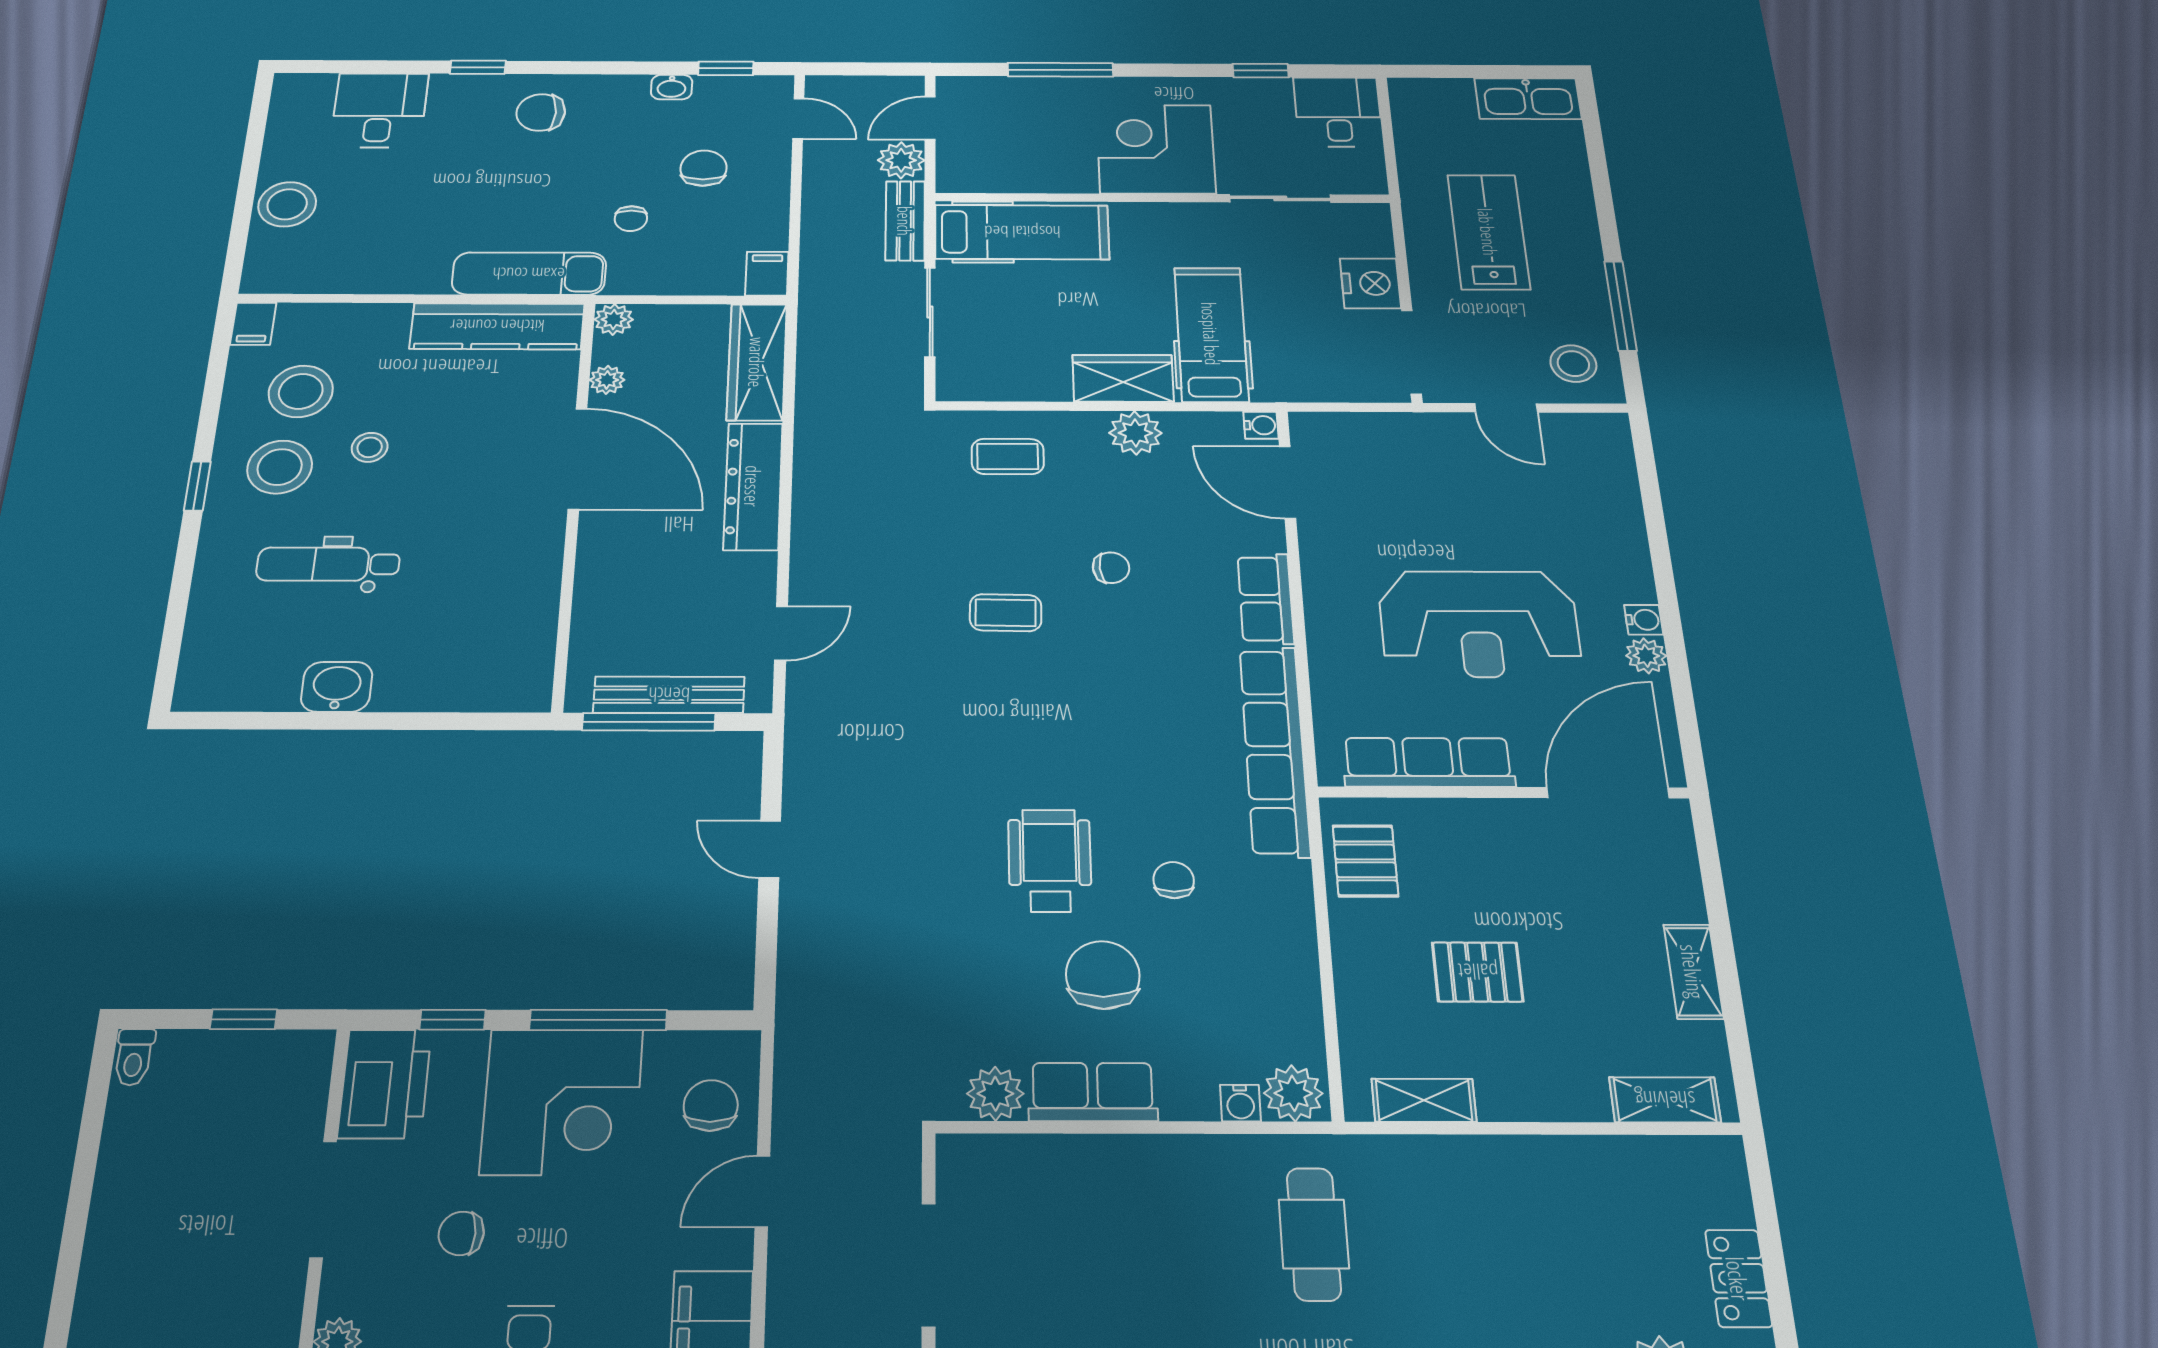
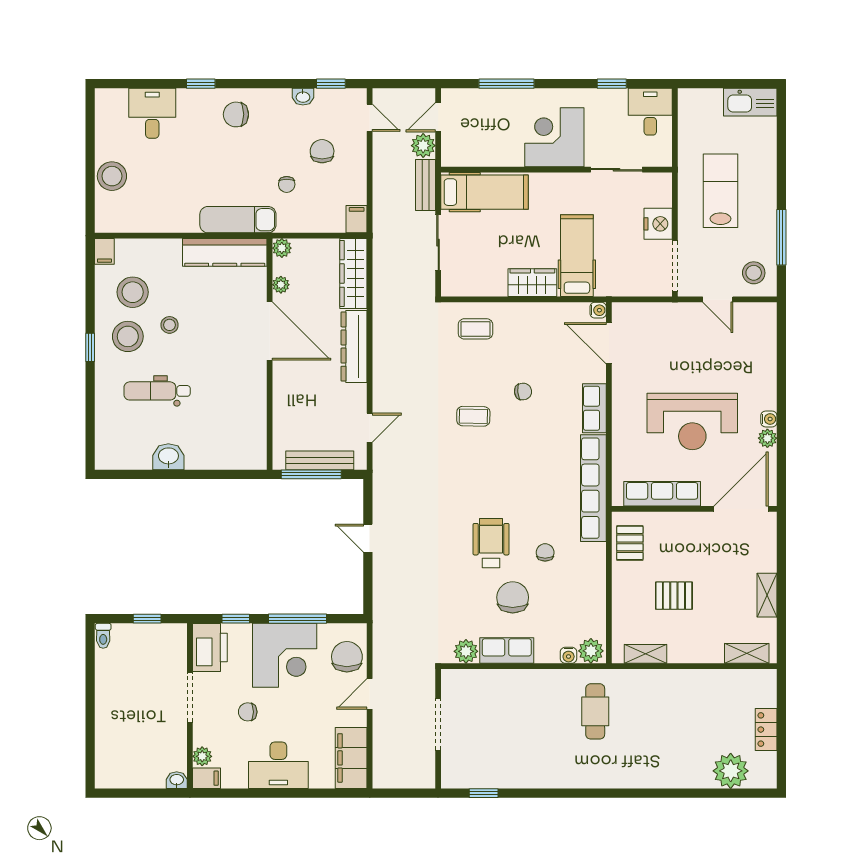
plant: (1135, 433) -> (537, 315), removed
chair: (711, 1105) -> (347, 657), width x1.37, depth x1.37

